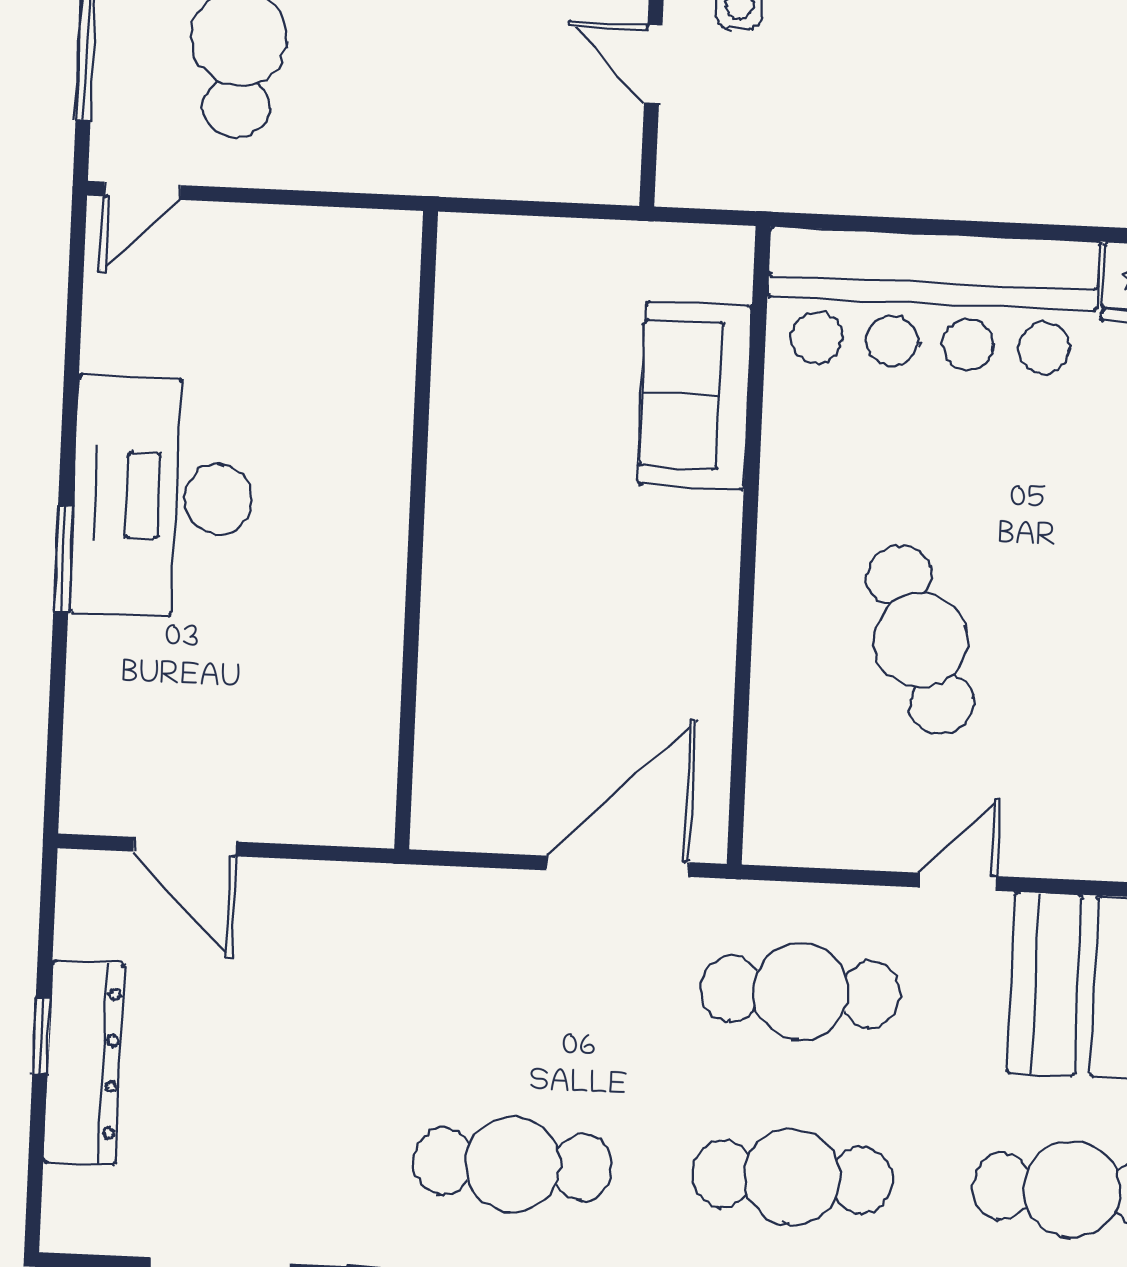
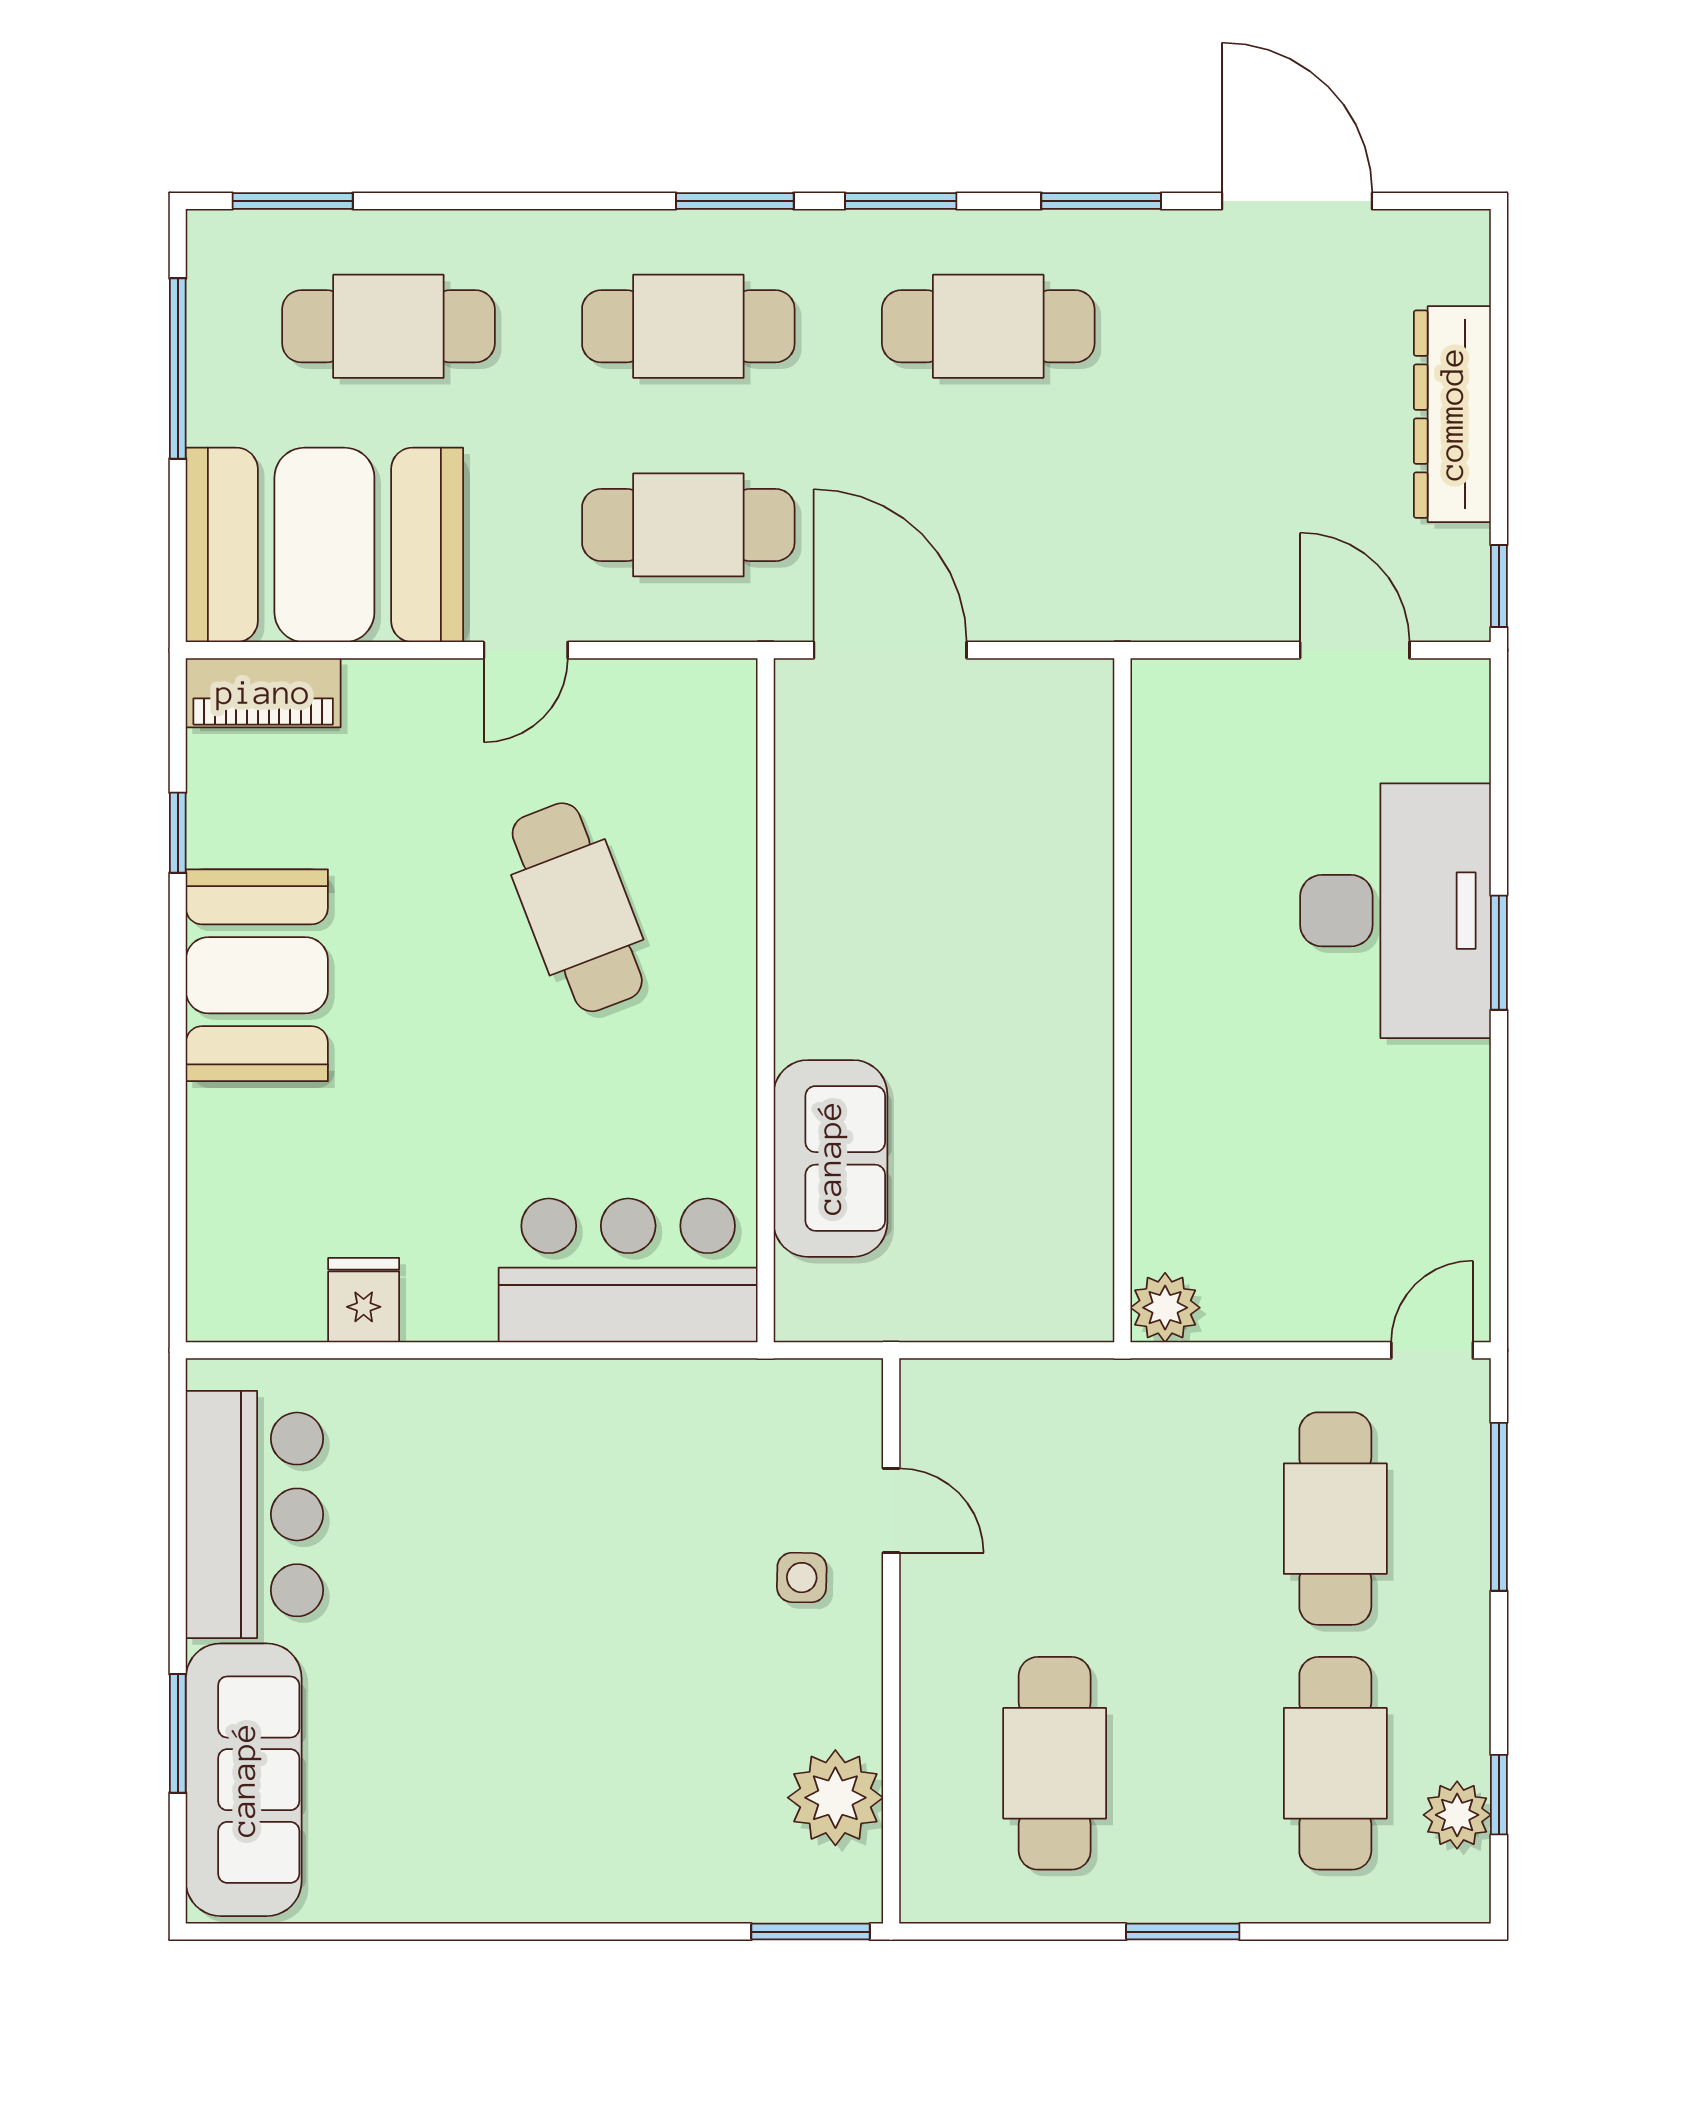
plant: (389, 242) -> (1165, 1308), added
bar counter: (932, 301) -> (628, 1270), width x0.73
desk: (162, 497) -> (1396, 911), moved
door: (618, 866) -> (890, 650), swing flipped
window: (41, 1036) -> (1499, 586), moved

